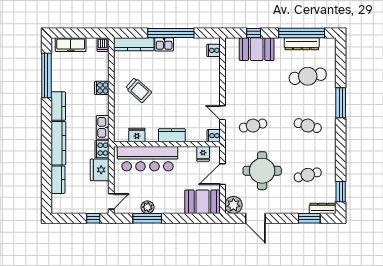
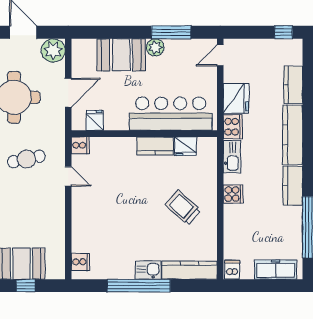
cooker: (102, 88) -> (233, 194), moved
kitchen counter: (172, 135) -> (155, 146), moved
booth: (203, 202) -> (121, 55), moved
plant: (147, 207) -> (155, 47), moved
window: (93, 218) -> (283, 32), moved

